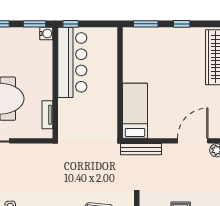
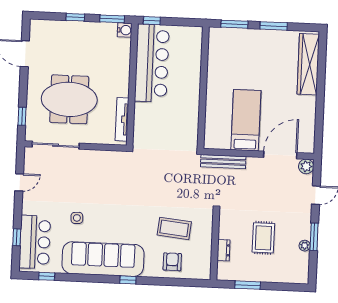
window: (182, 24) -> (274, 26), width x1.50
bed: (135, 111) -> (246, 120), moved
tv unit: (47, 115) -> (122, 119), width x1.41

